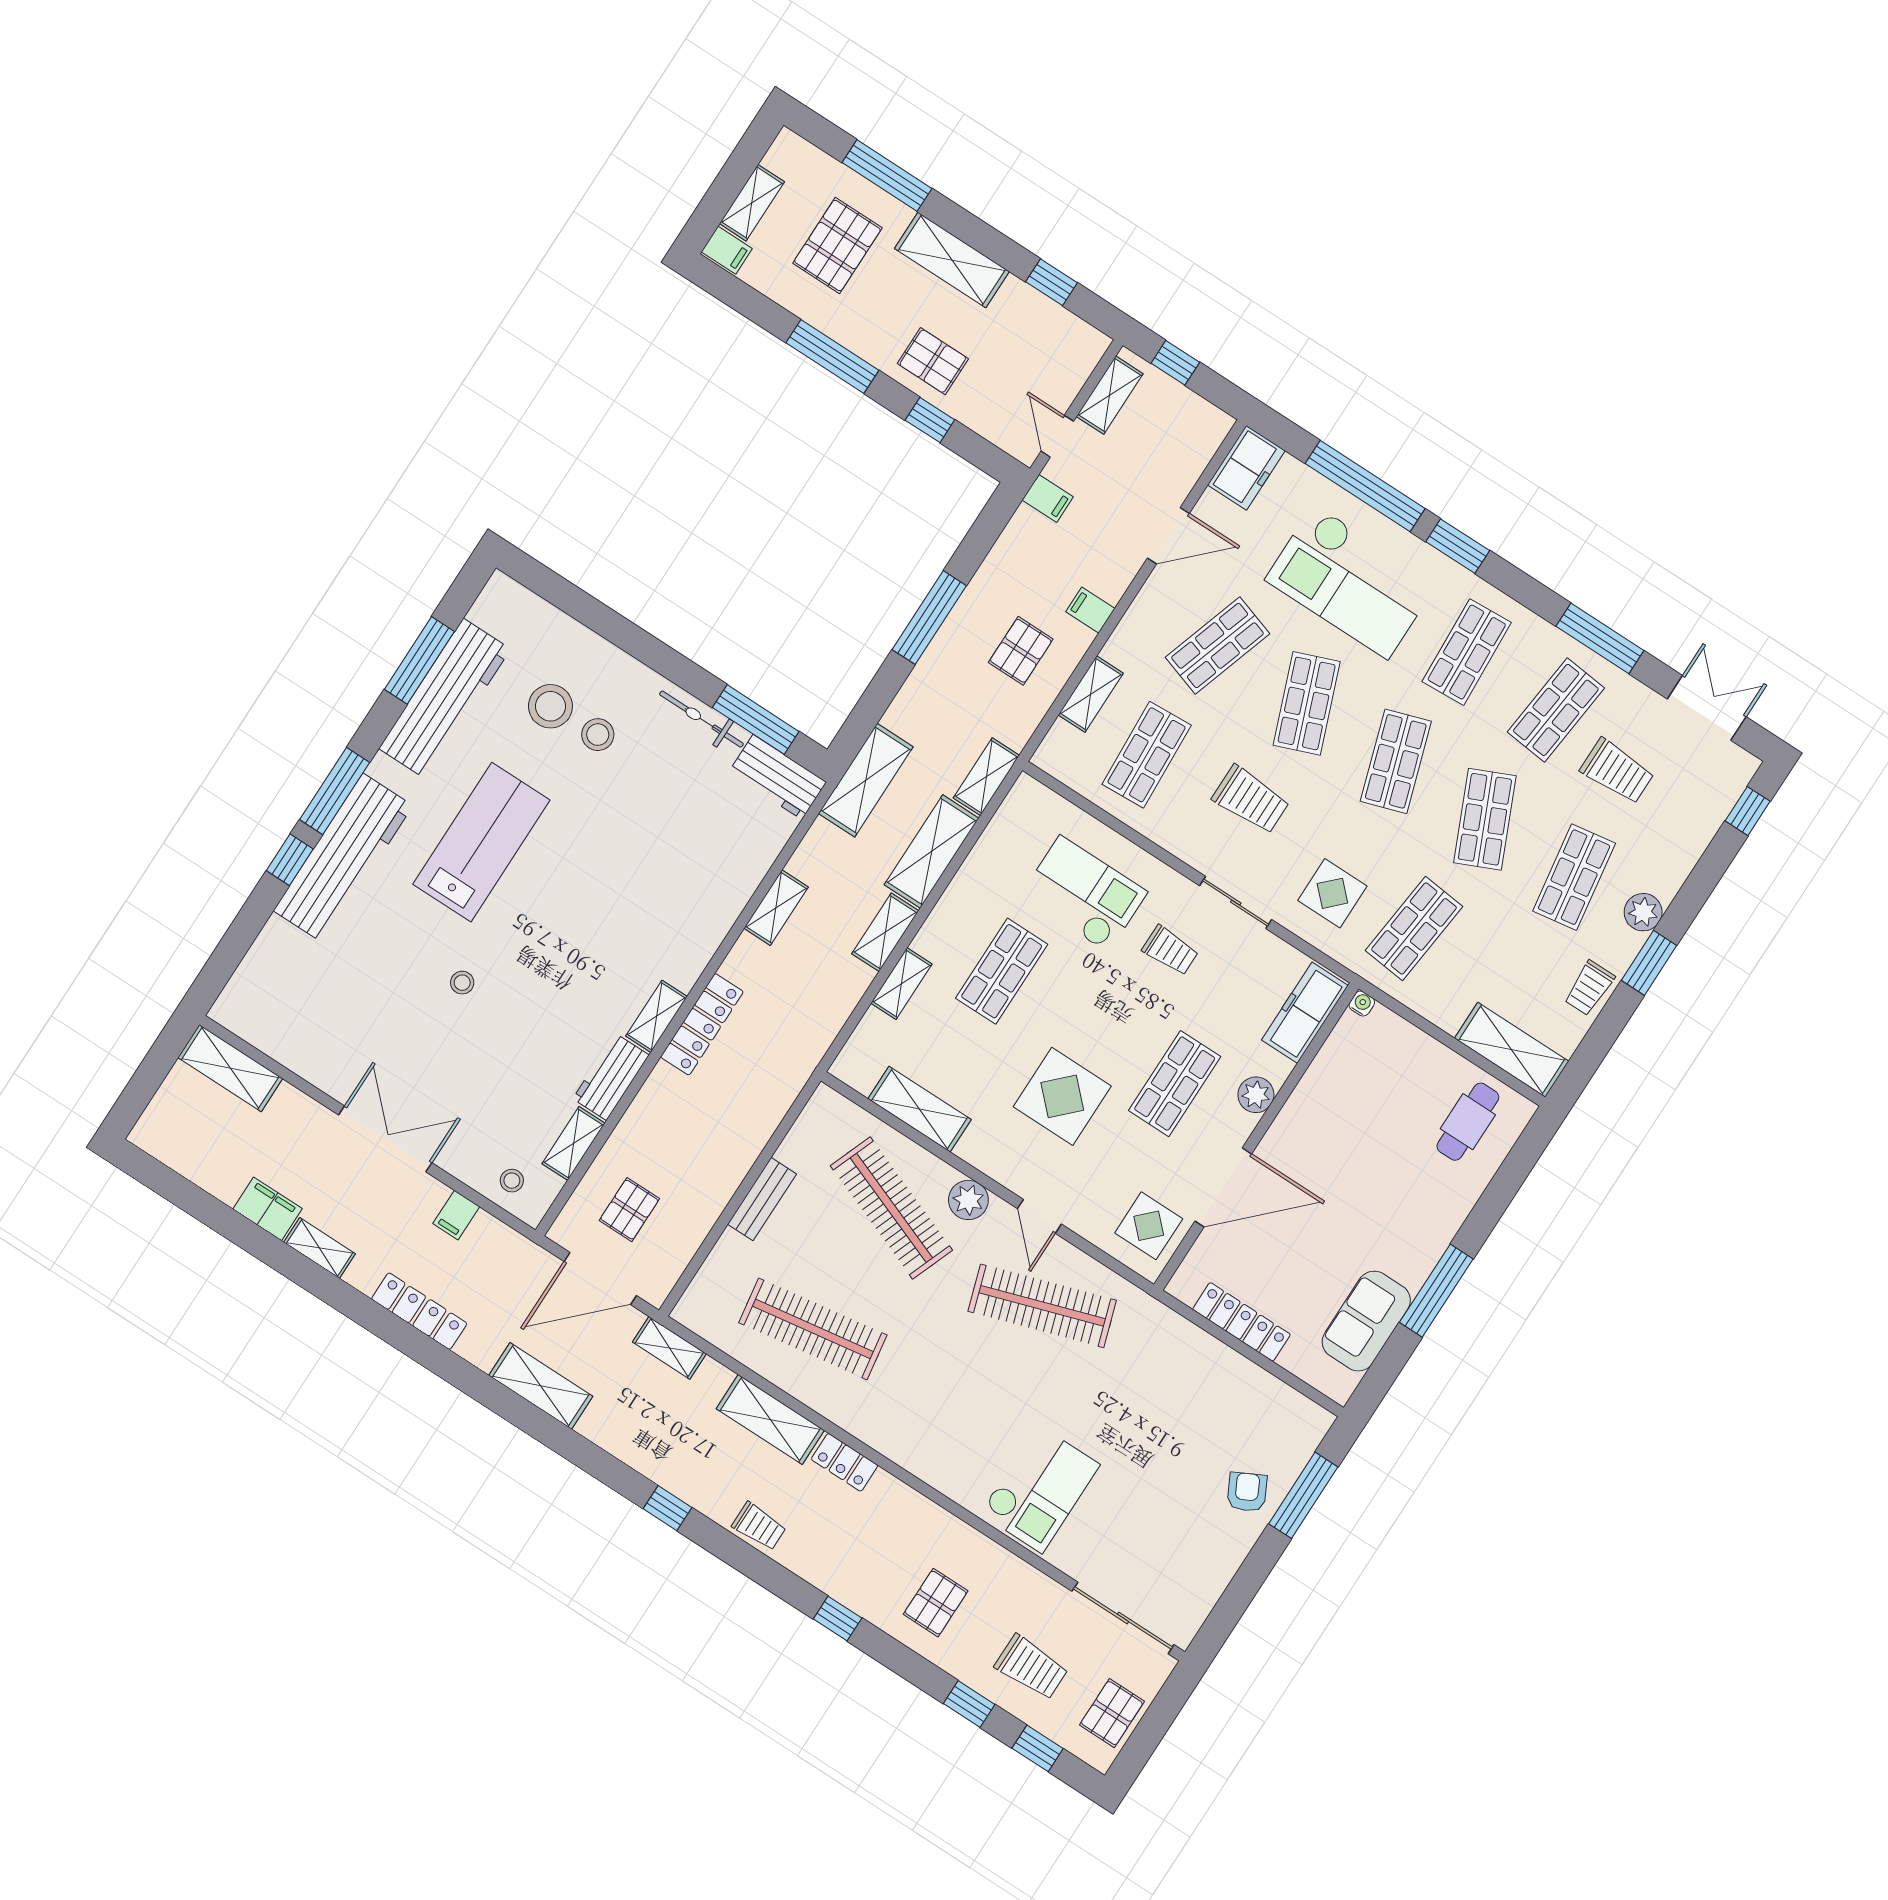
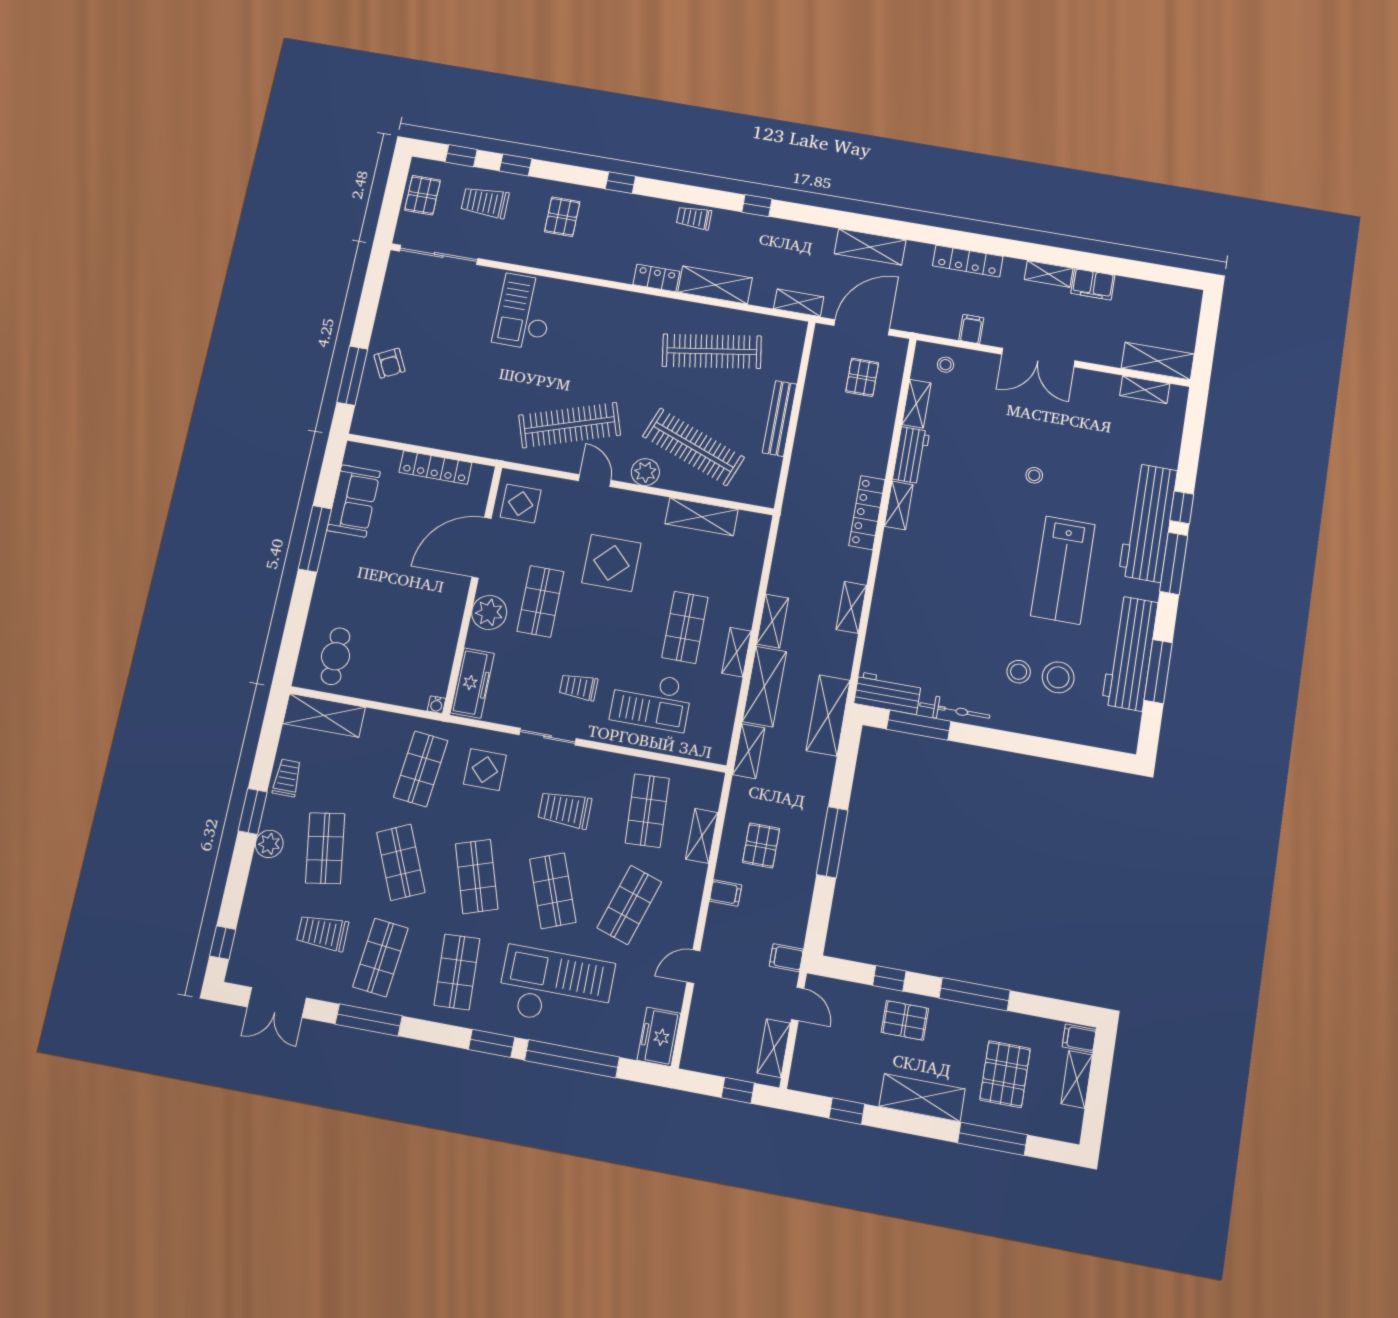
door: (1168, 536) -> (693, 967), width x0.73
shelving: (901, 984) -> (736, 652), moved
shelving: (265, 1037) -> (1145, 390), added
plant: (1256, 1095) -> (489, 612), width x1.36, depth x1.36
bench: (762, 1199) -> (780, 418), width x1.36

